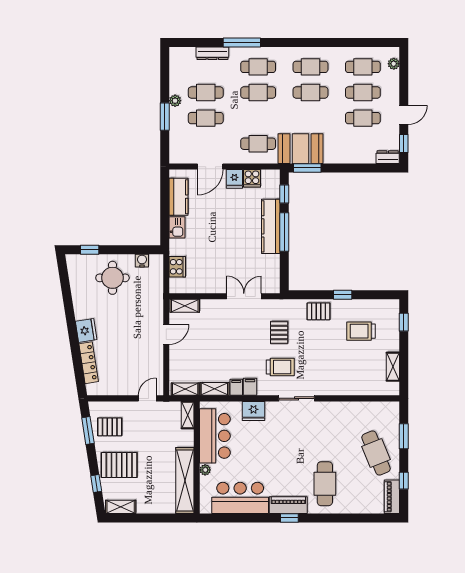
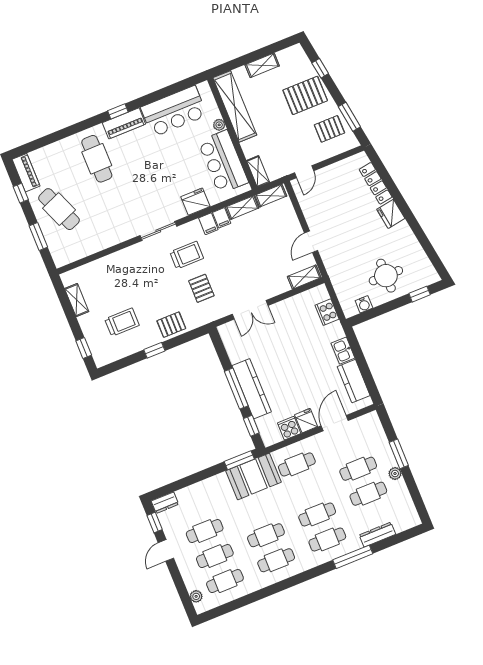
trolley: (280, 367) -> (187, 255), turned 180
shelving: (121, 507) -> (262, 65), moved

